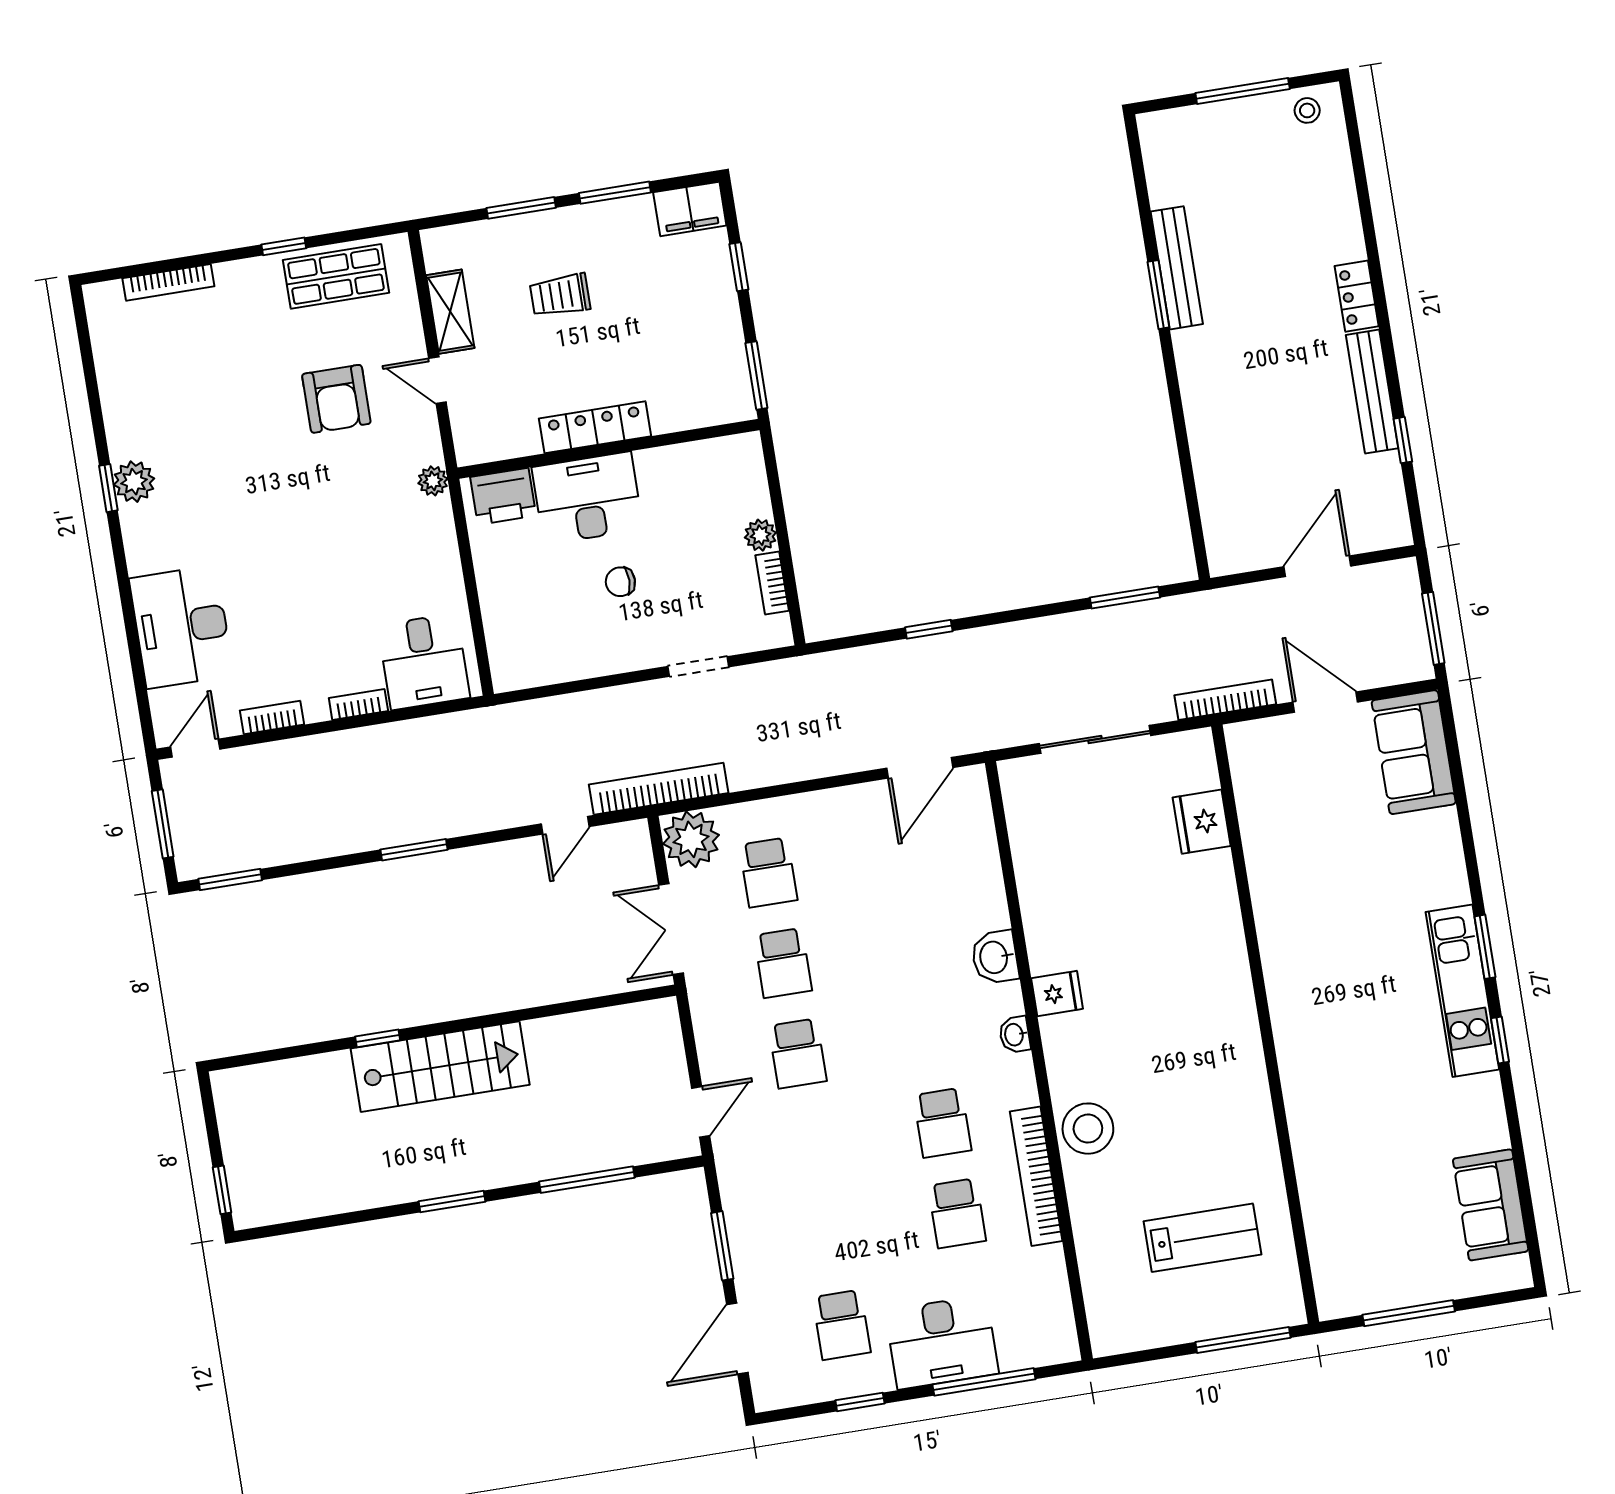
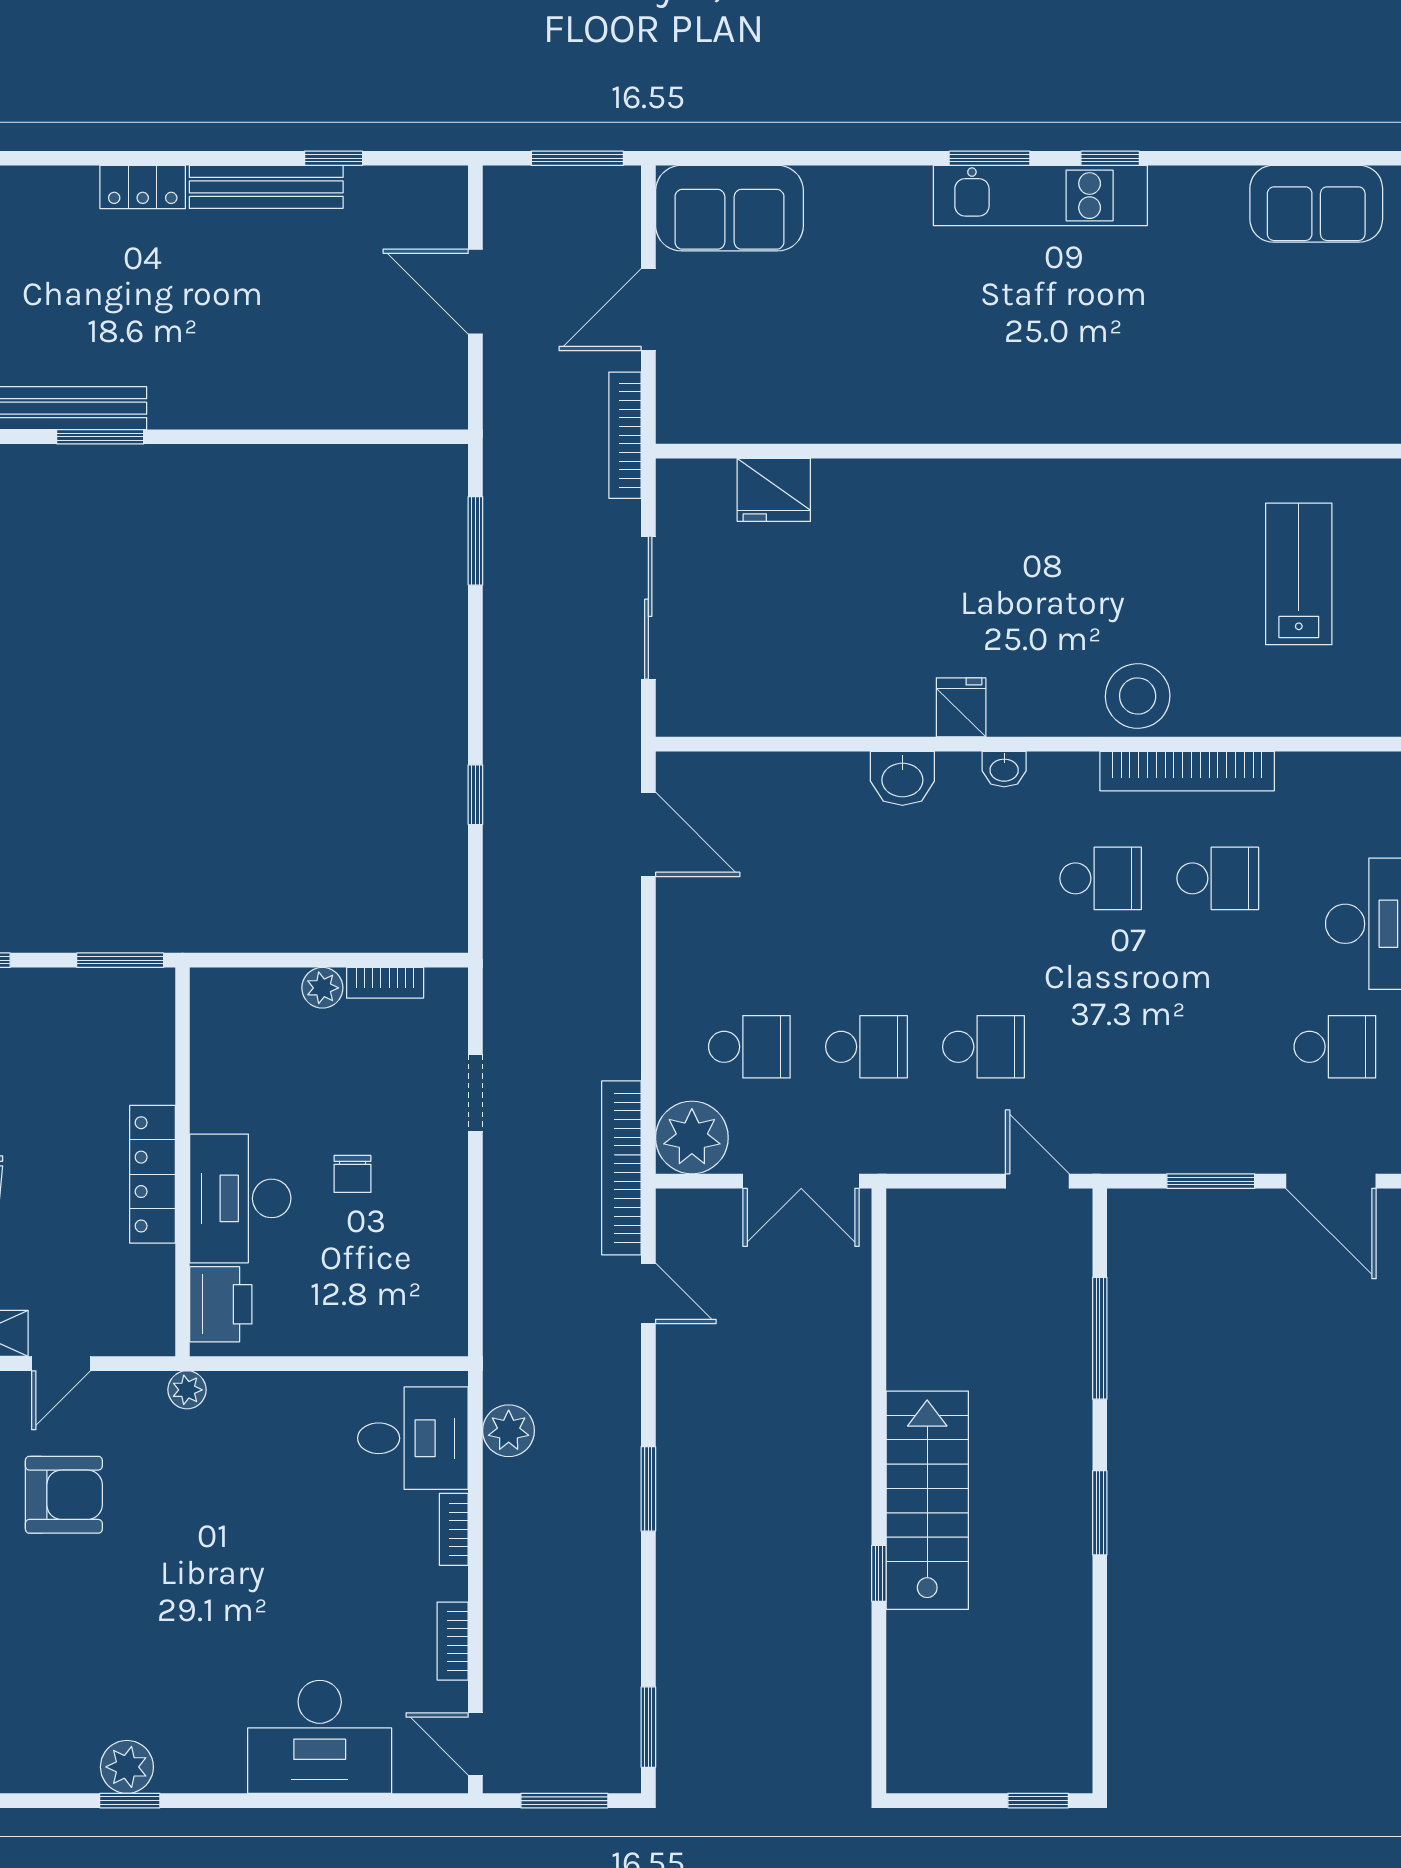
plant: (442, 734) -> (509, 1431), added

